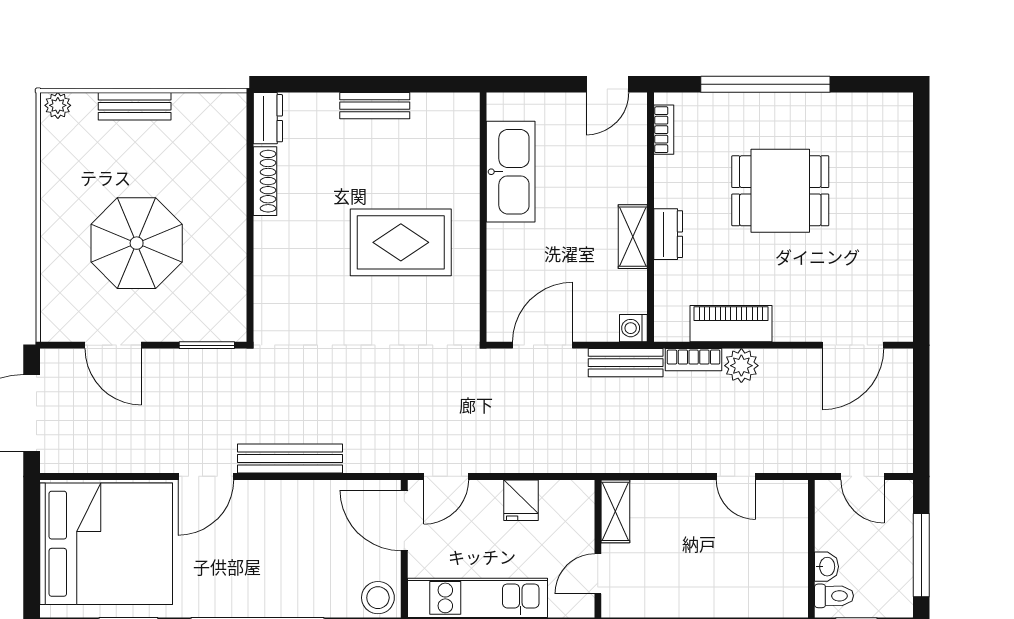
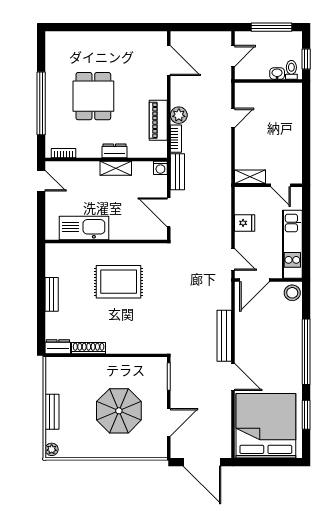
rug: (401, 242) -> (119, 282), turned 90

